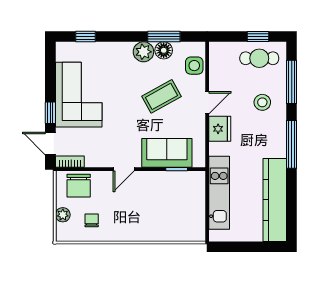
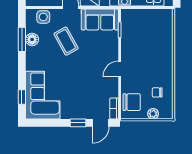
plant: (143, 52) -> (33, 54), removed
corner sofa: (79, 95) -> (43, 95), moved, turned 90
sofa: (167, 153) -> (100, 19), moved, turned -90
door: (124, 169) -> (120, 69), swing flipped

